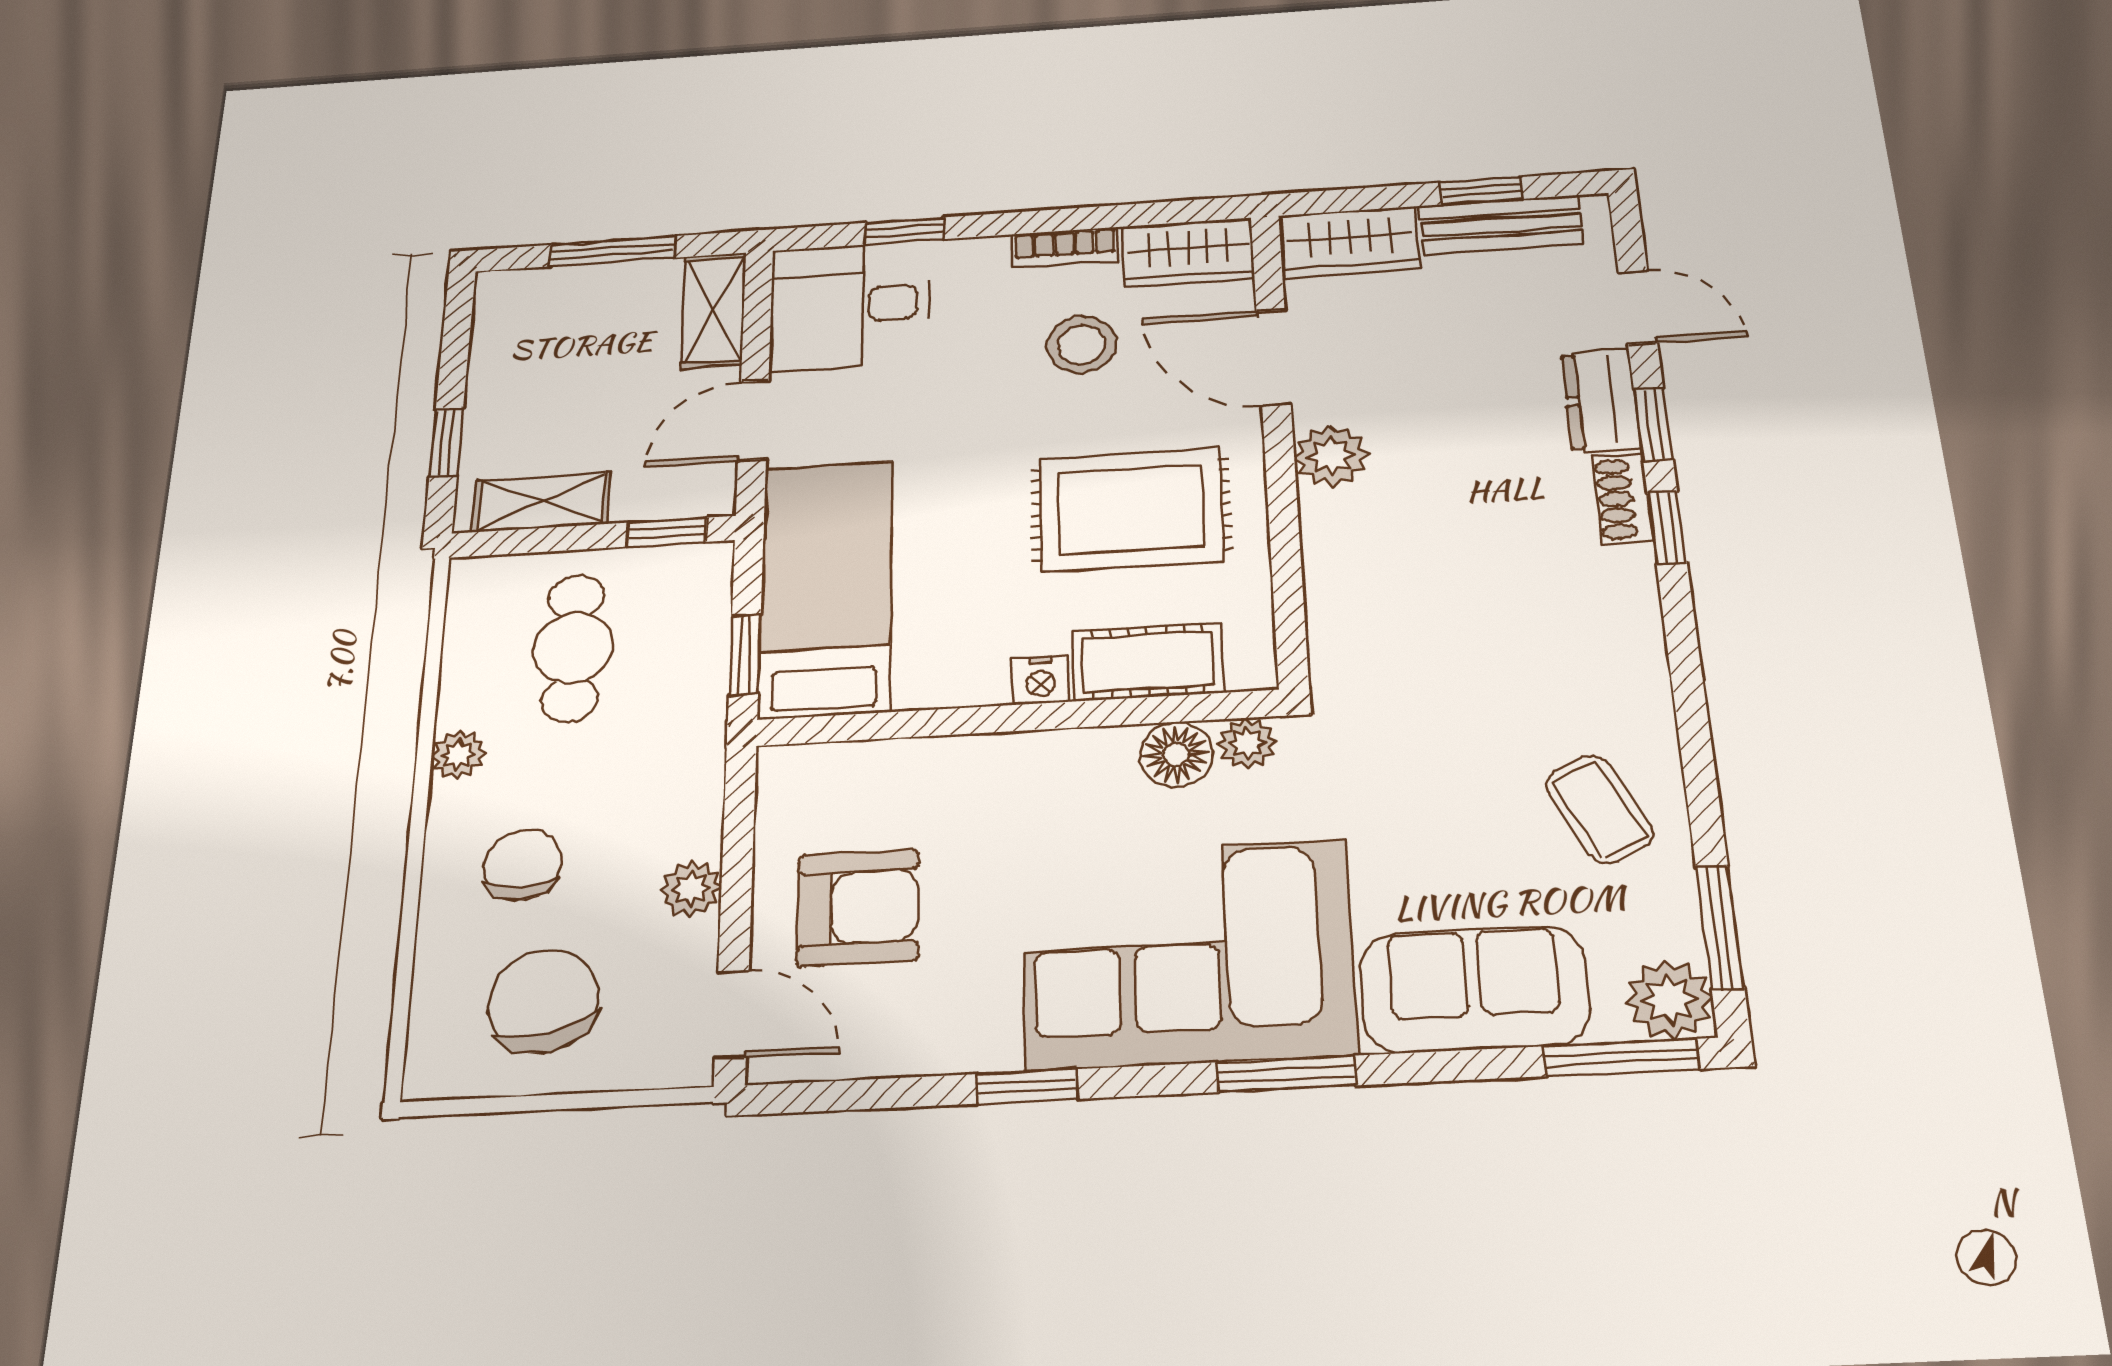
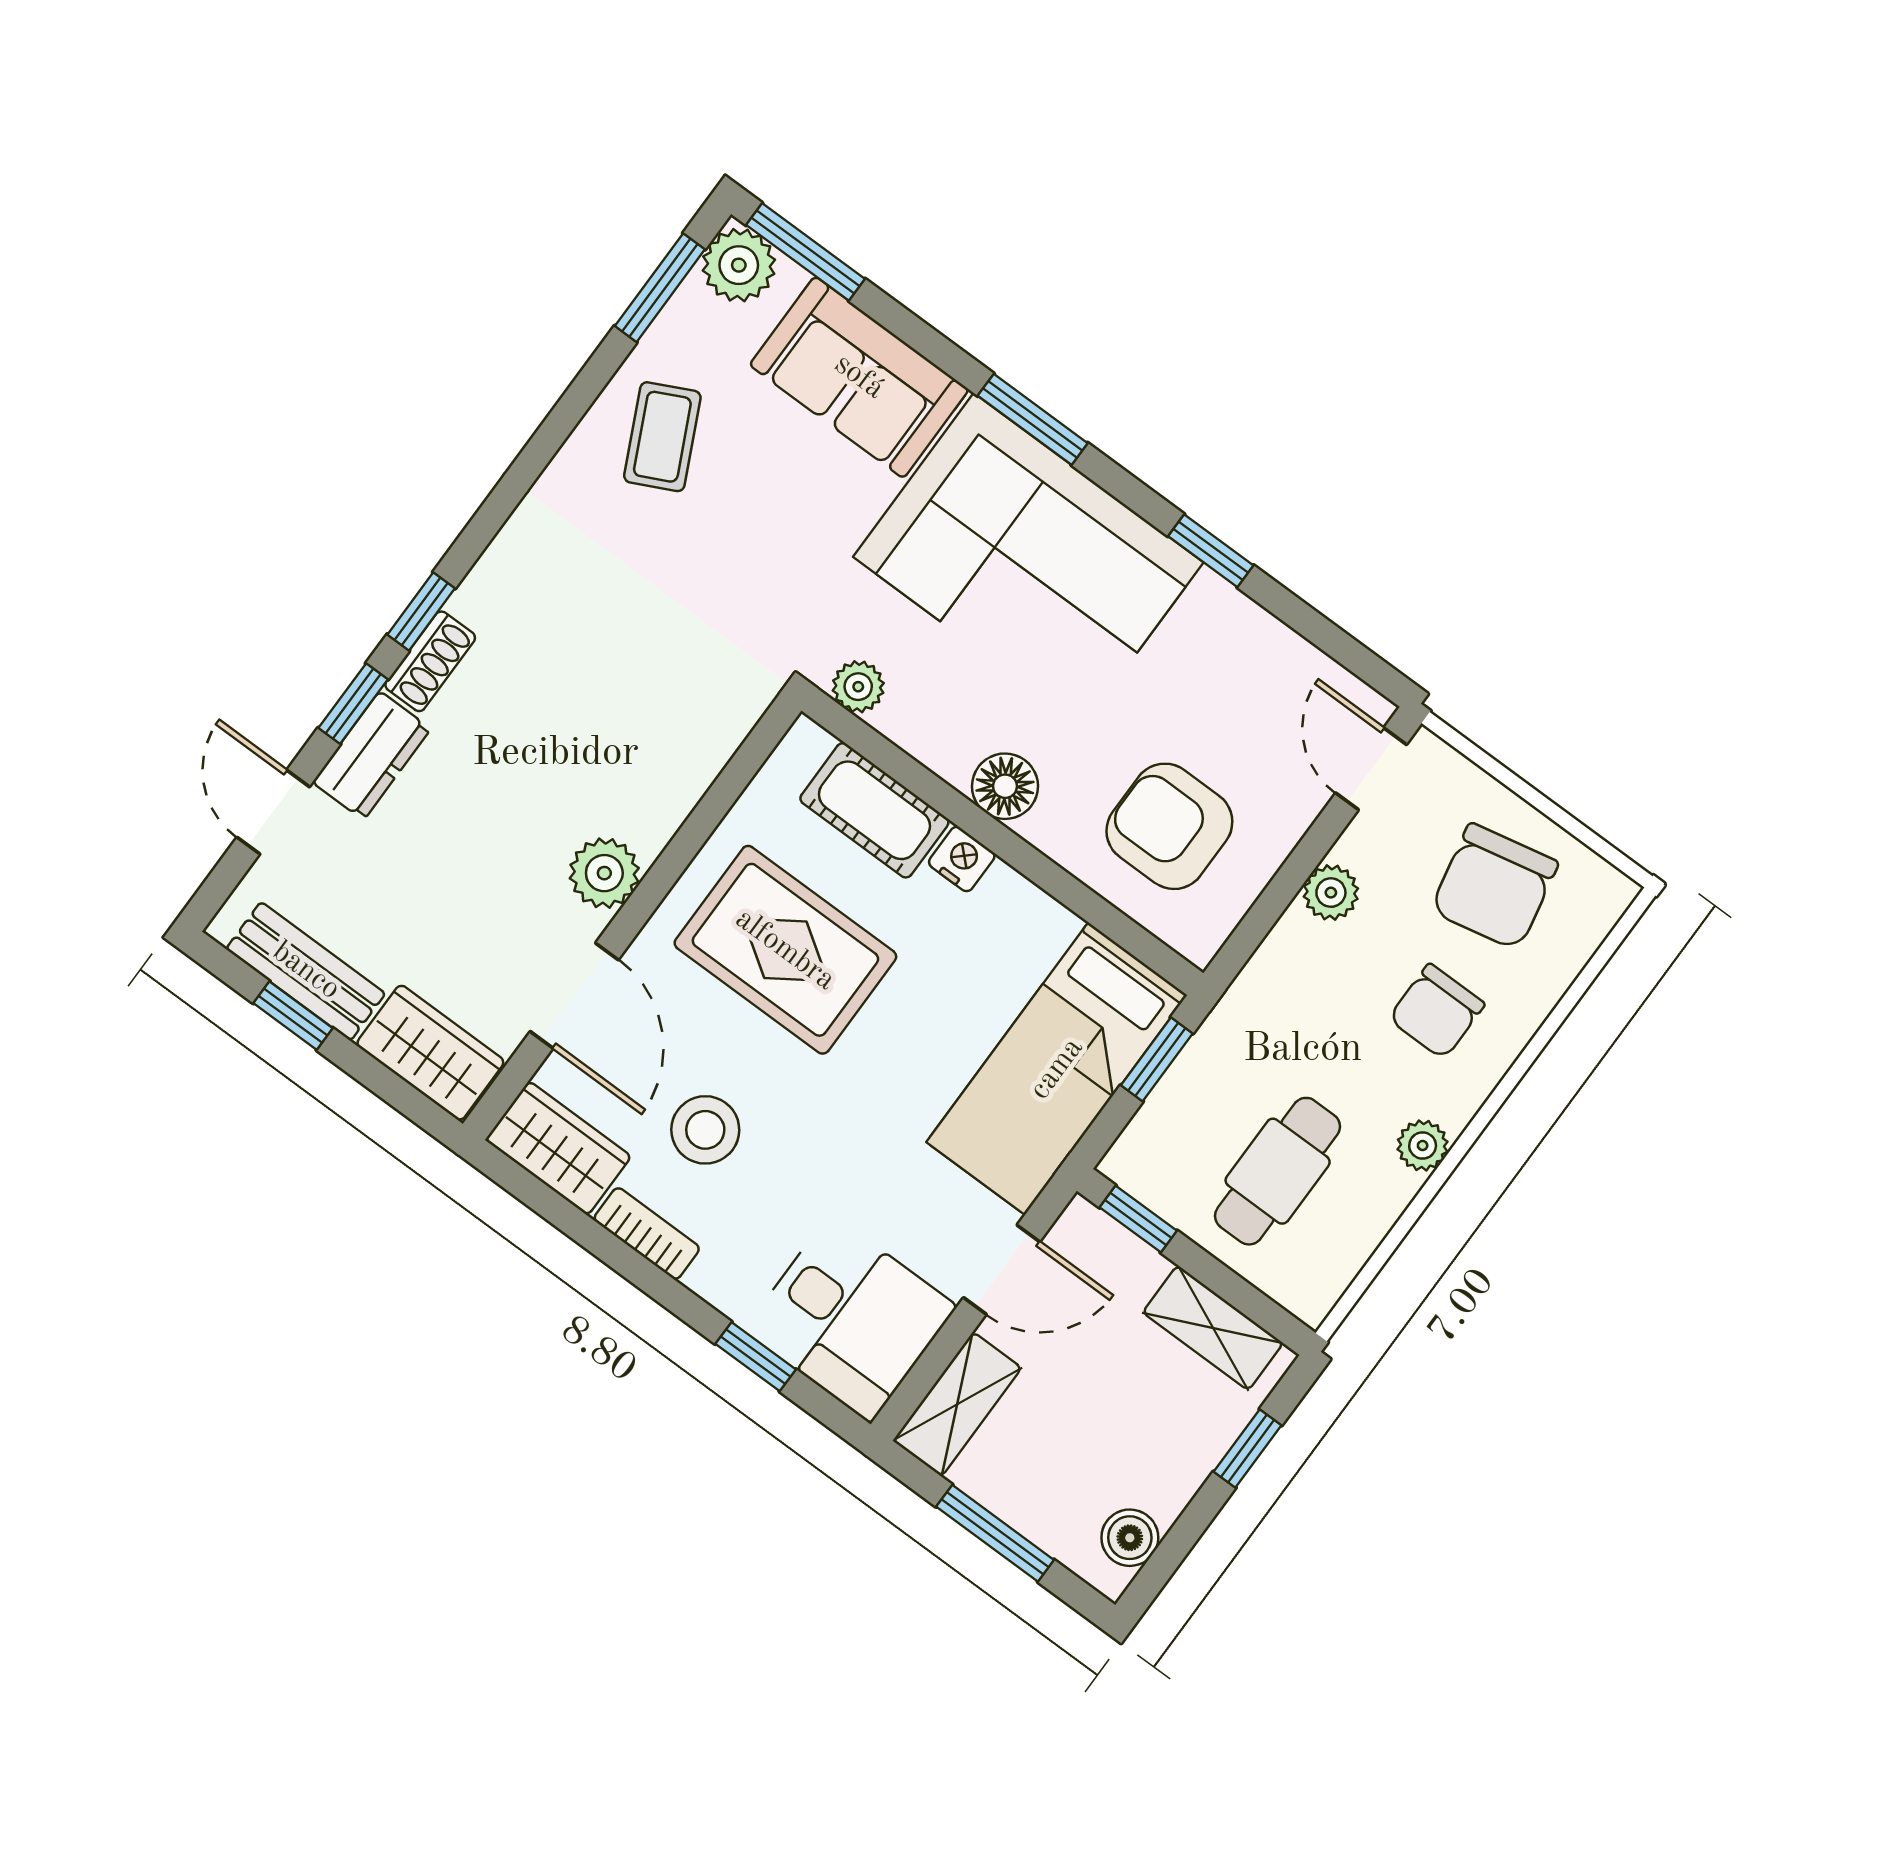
boiler: (498, 321) -> (1130, 1538), added
floor lamp: (1176, 754) -> (1005, 786), moved
armchair: (858, 907) -> (1169, 826), moved

